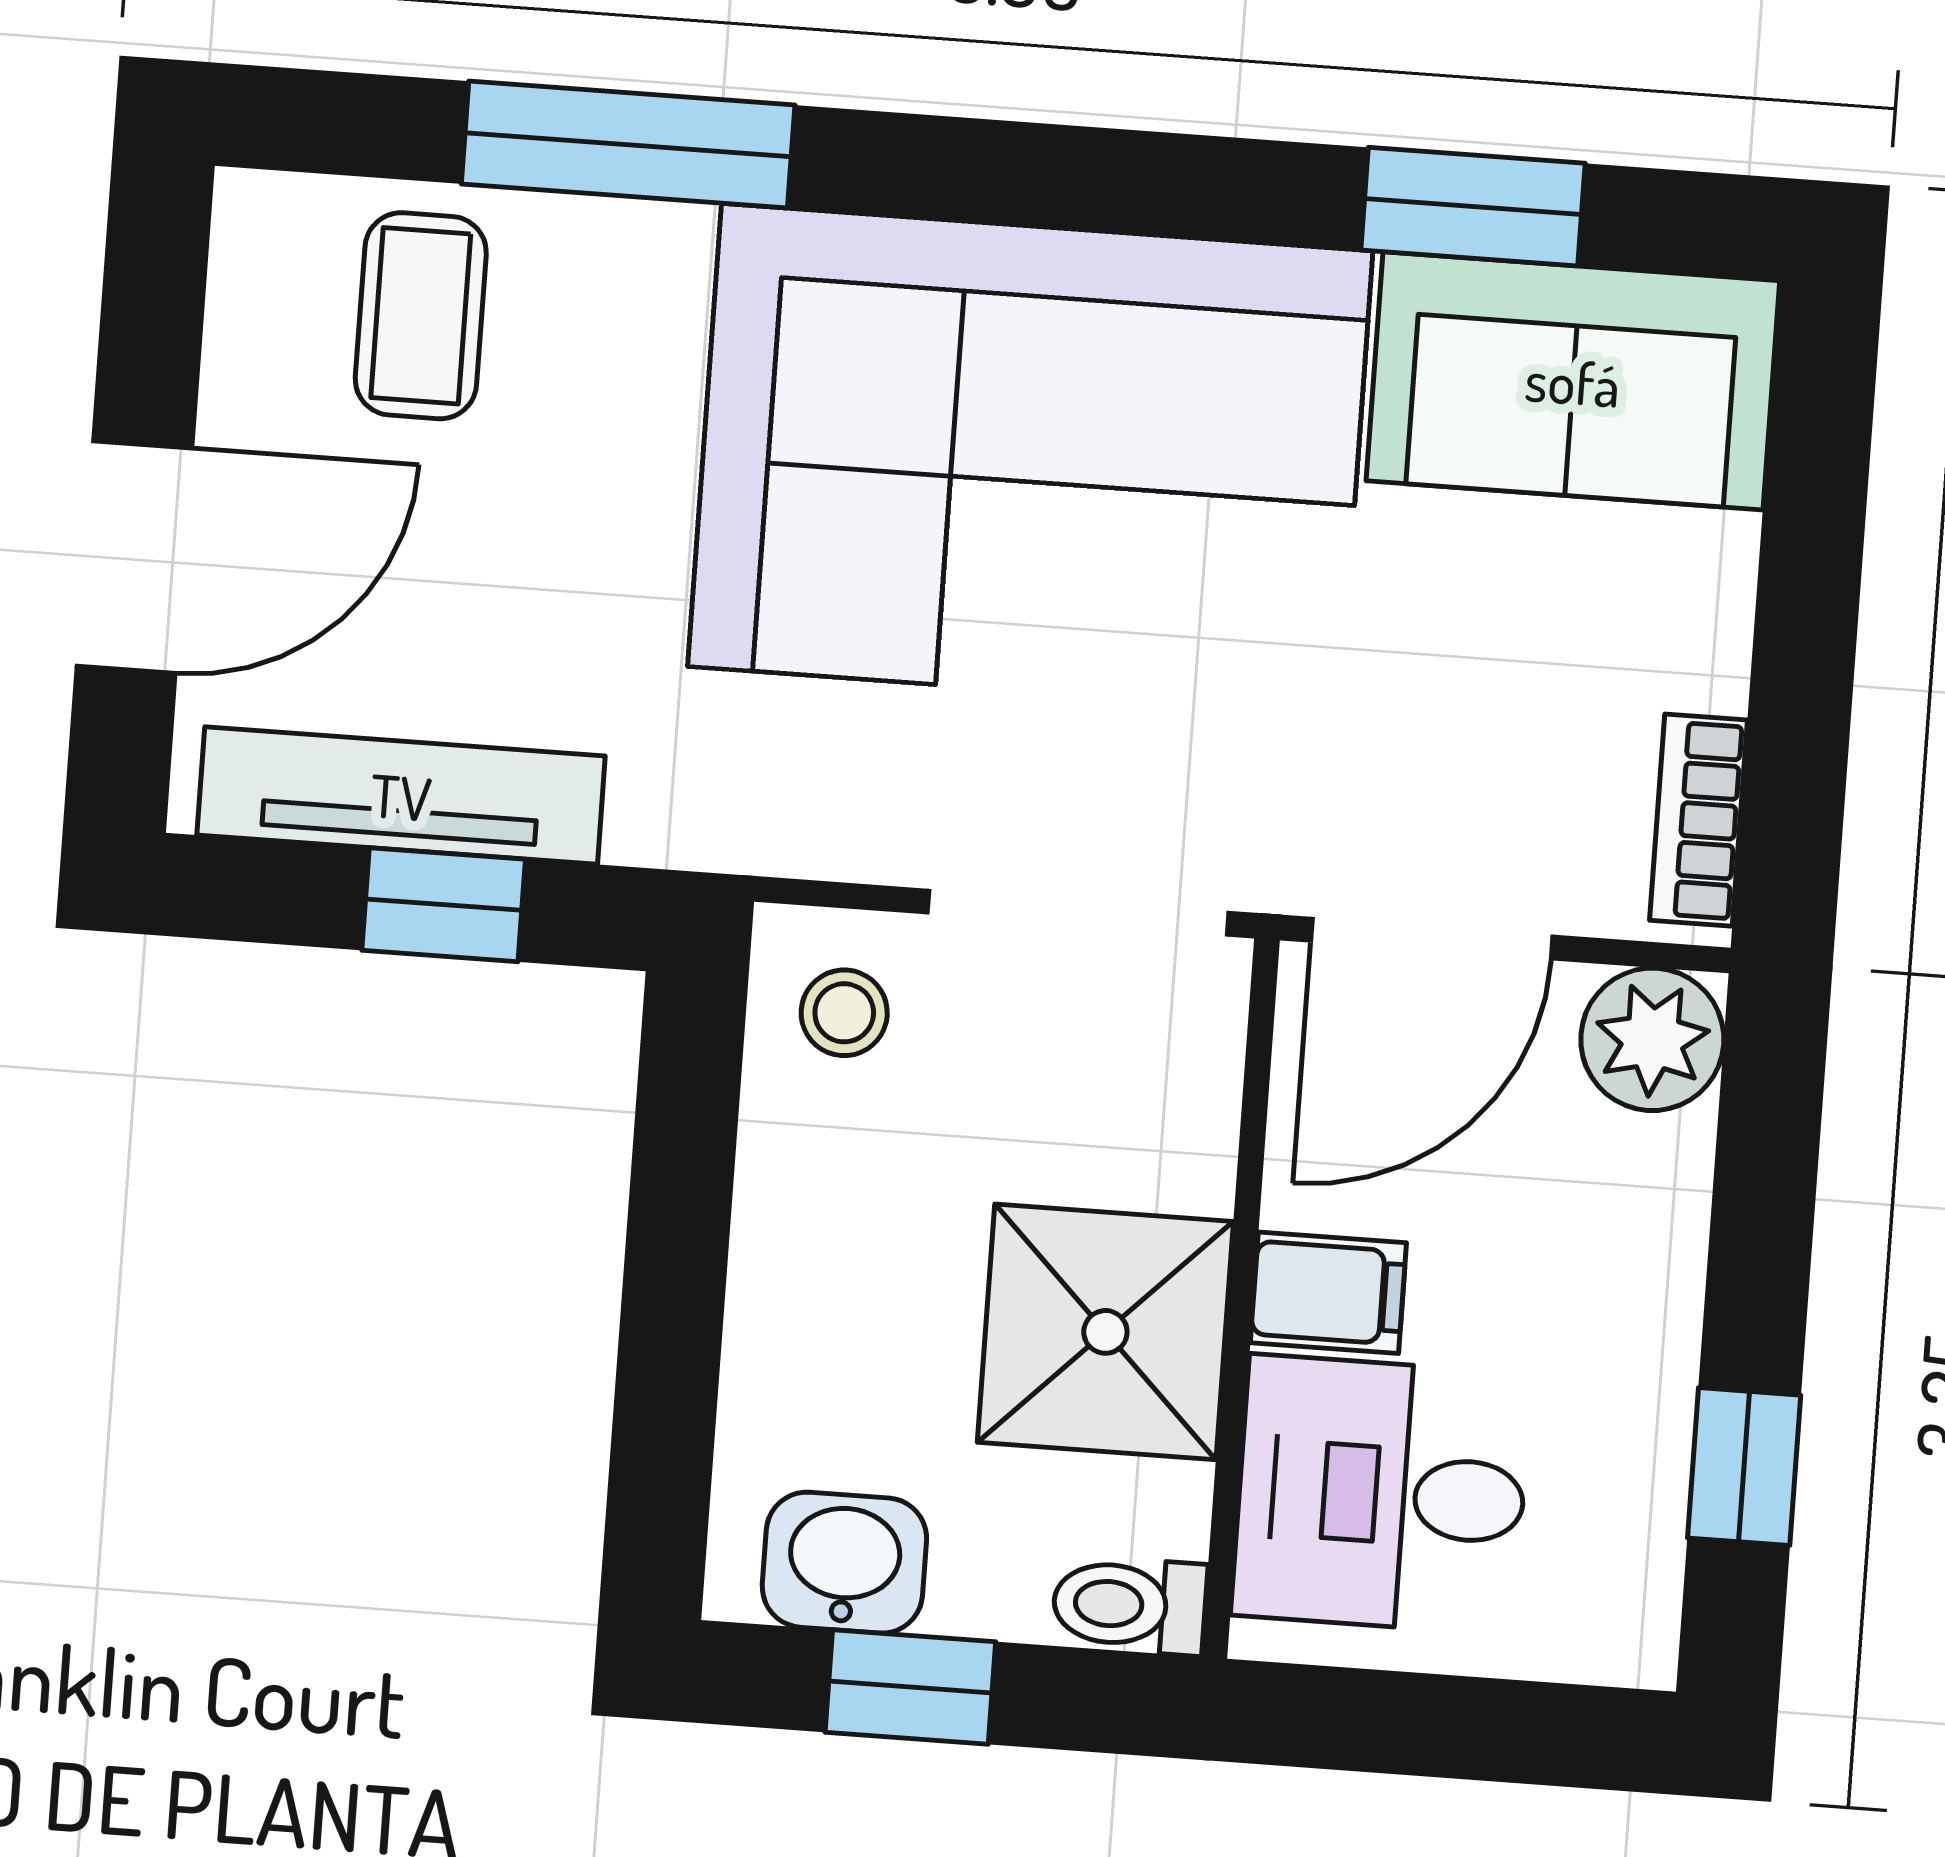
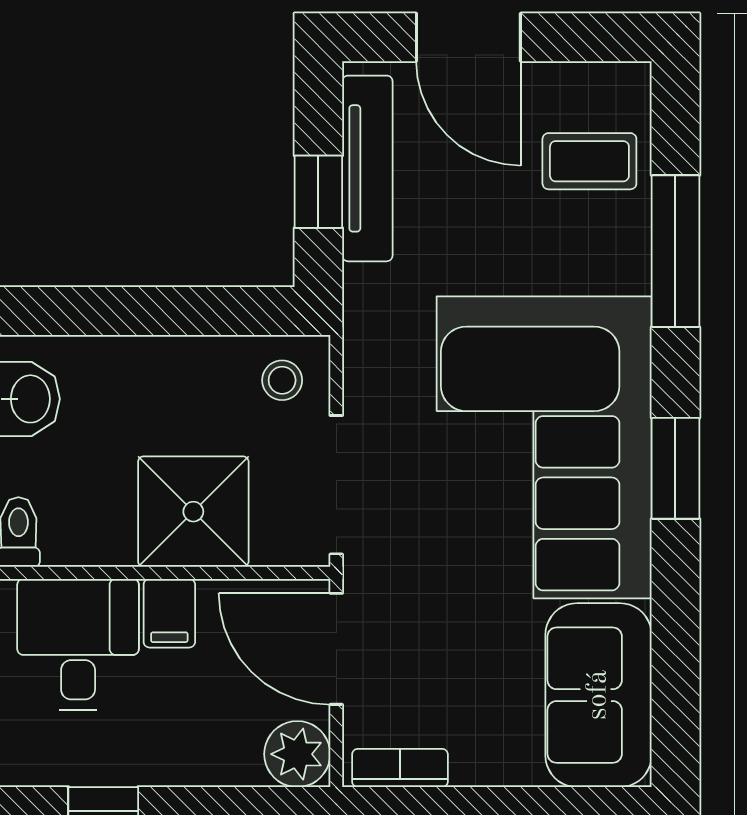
window: (1473, 207) -> (675, 468), moved
shower: (1105, 1332) -> (193, 512), moved

